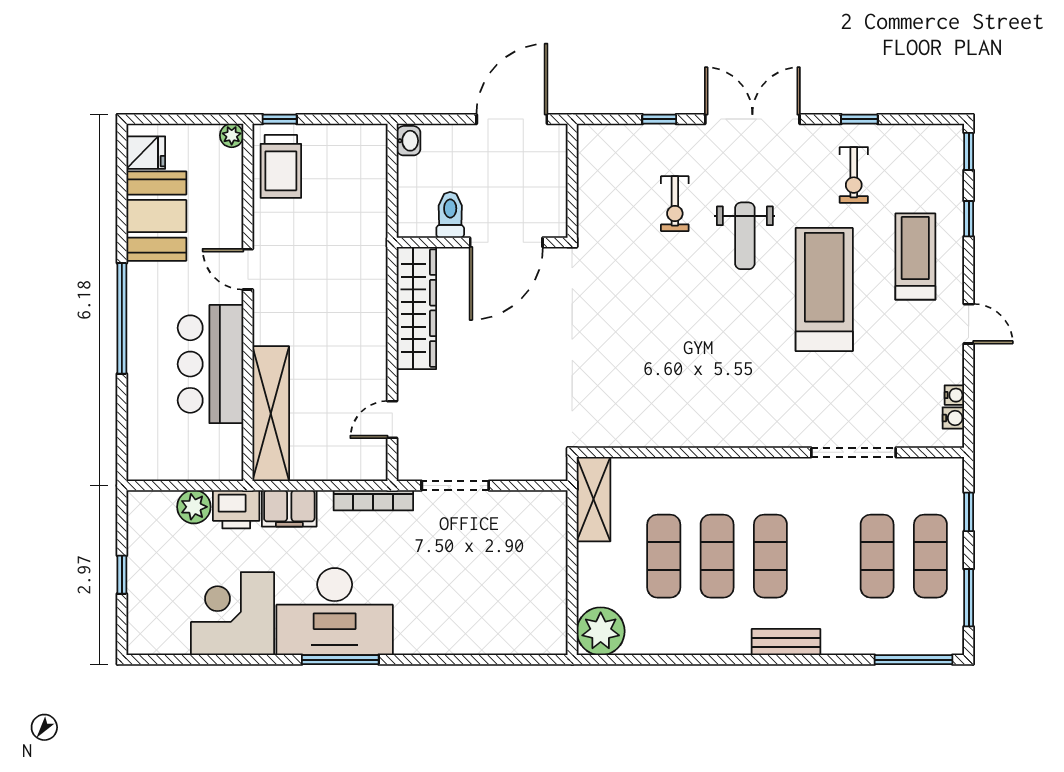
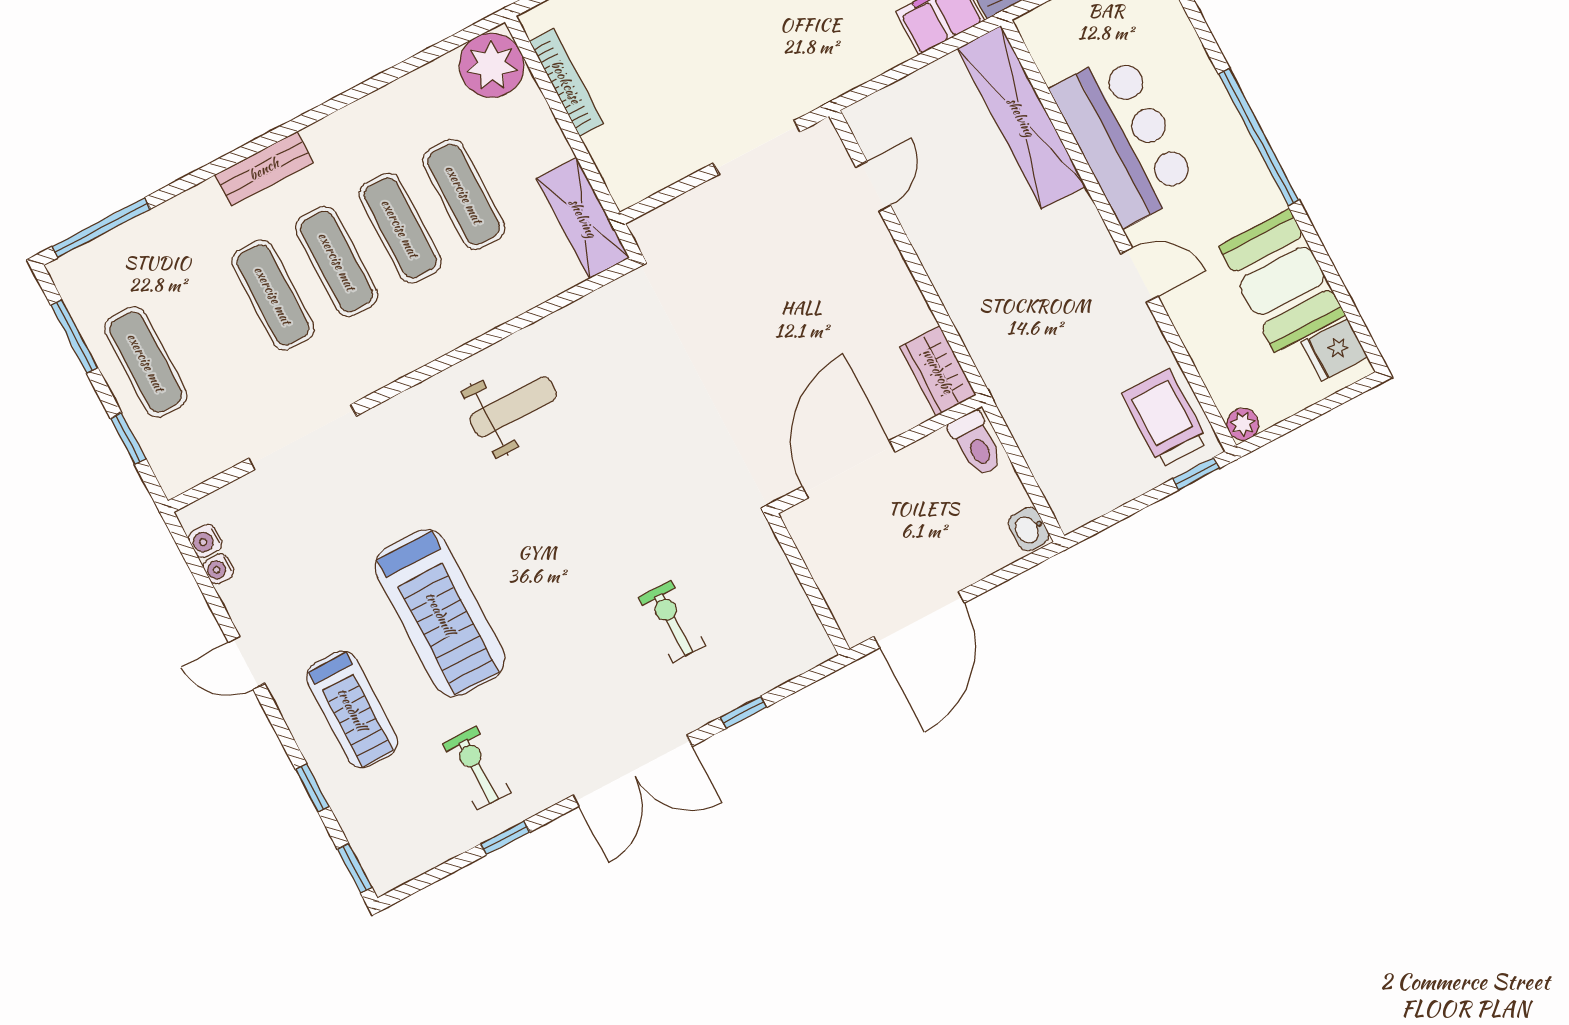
toilet: (450, 215) -> (976, 444), moved
weight bench: (745, 236) -> (513, 407), moved, turned 90
wardrobe: (416, 308) -> (938, 371), width x0.48, depth x0.85
bookcase: (373, 500) -> (566, 82), moved, turned 90
exercise mat: (877, 556) -> (273, 295), moved

